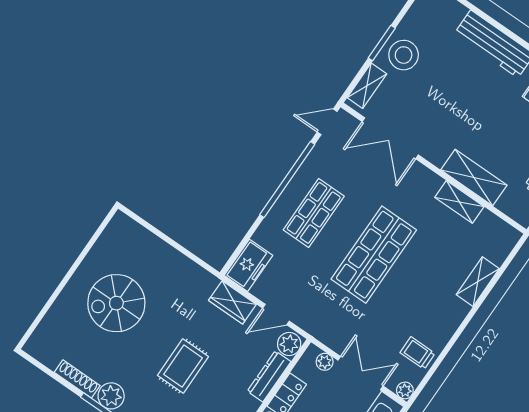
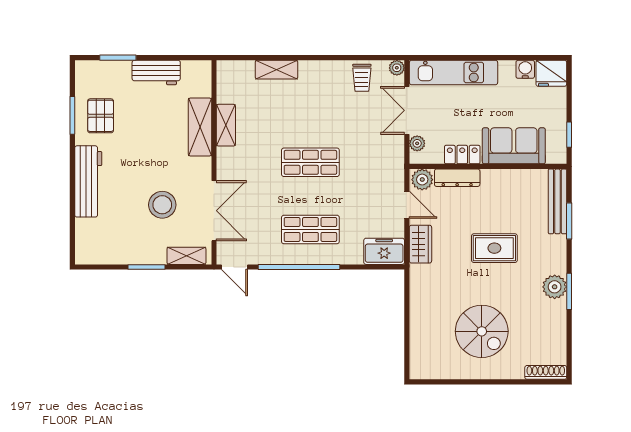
stool: (404, 55) -> (162, 205), moved
shop shelf: (374, 255) -> (310, 162), width x0.70, depth x0.74
shoe rack: (77, 379) -> (546, 372), moved, turned 90

